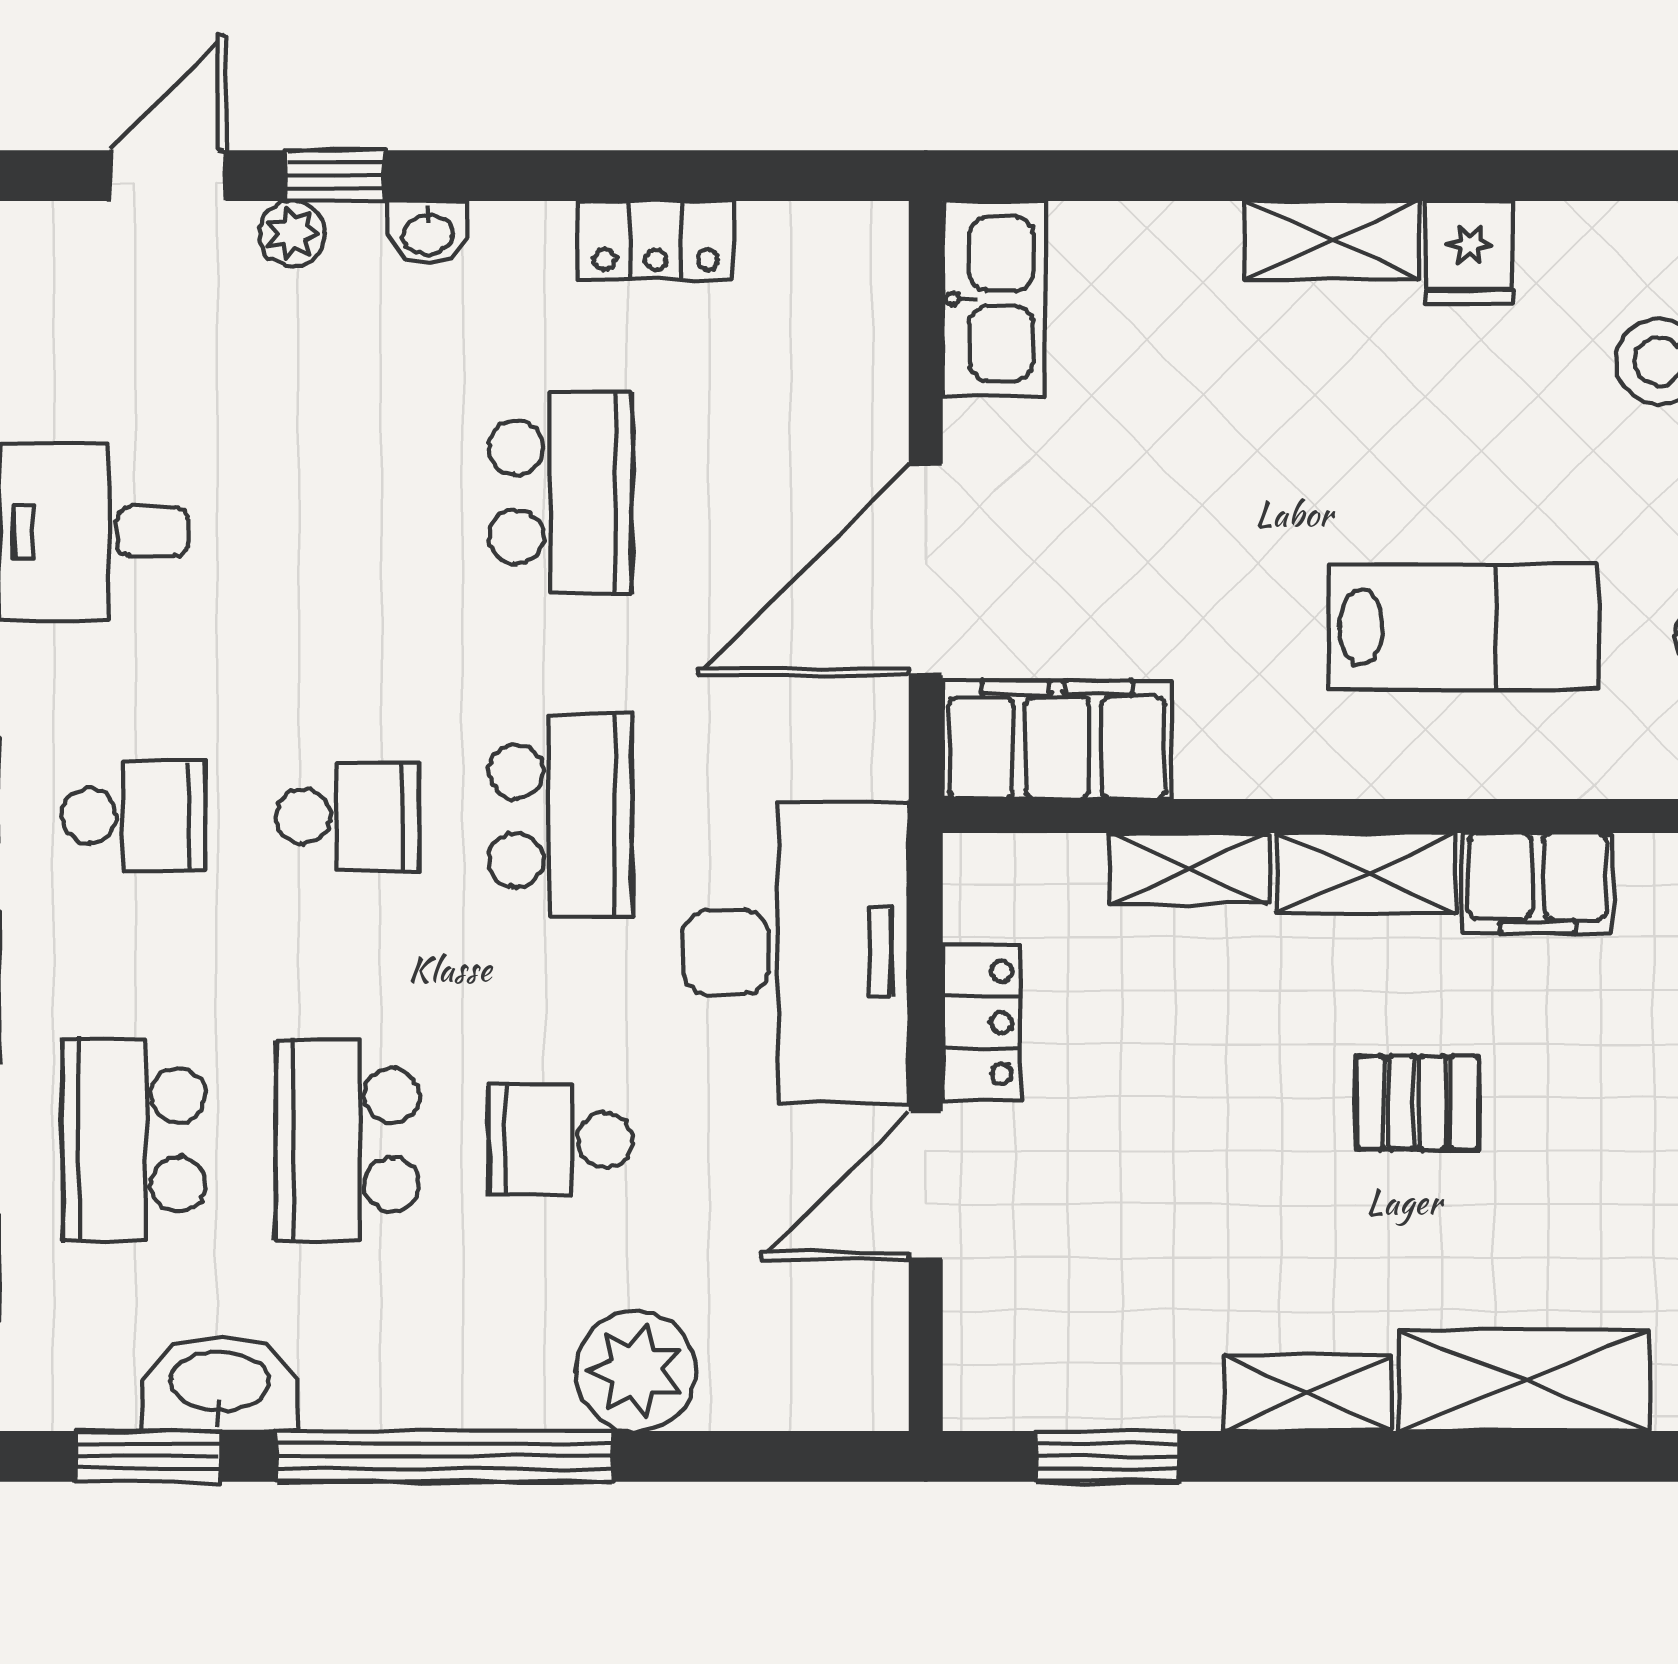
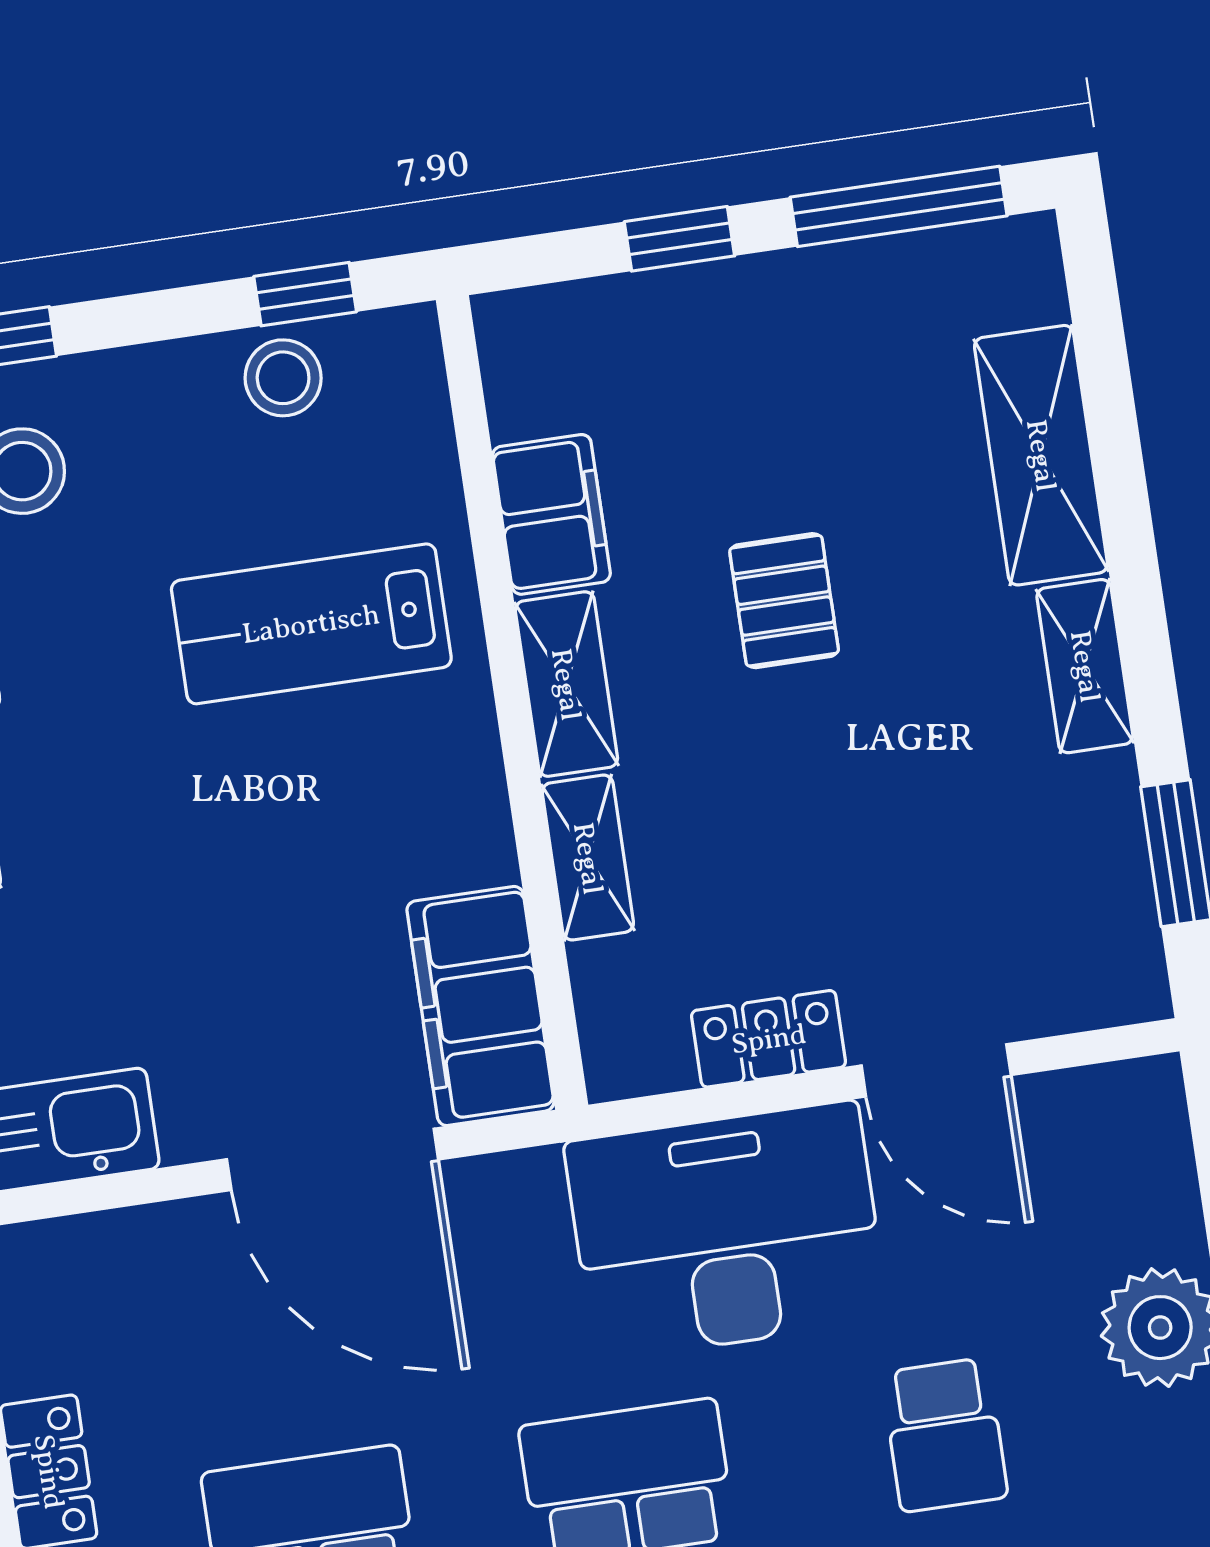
lab bench: (1464, 627) -> (311, 624), turned -90

